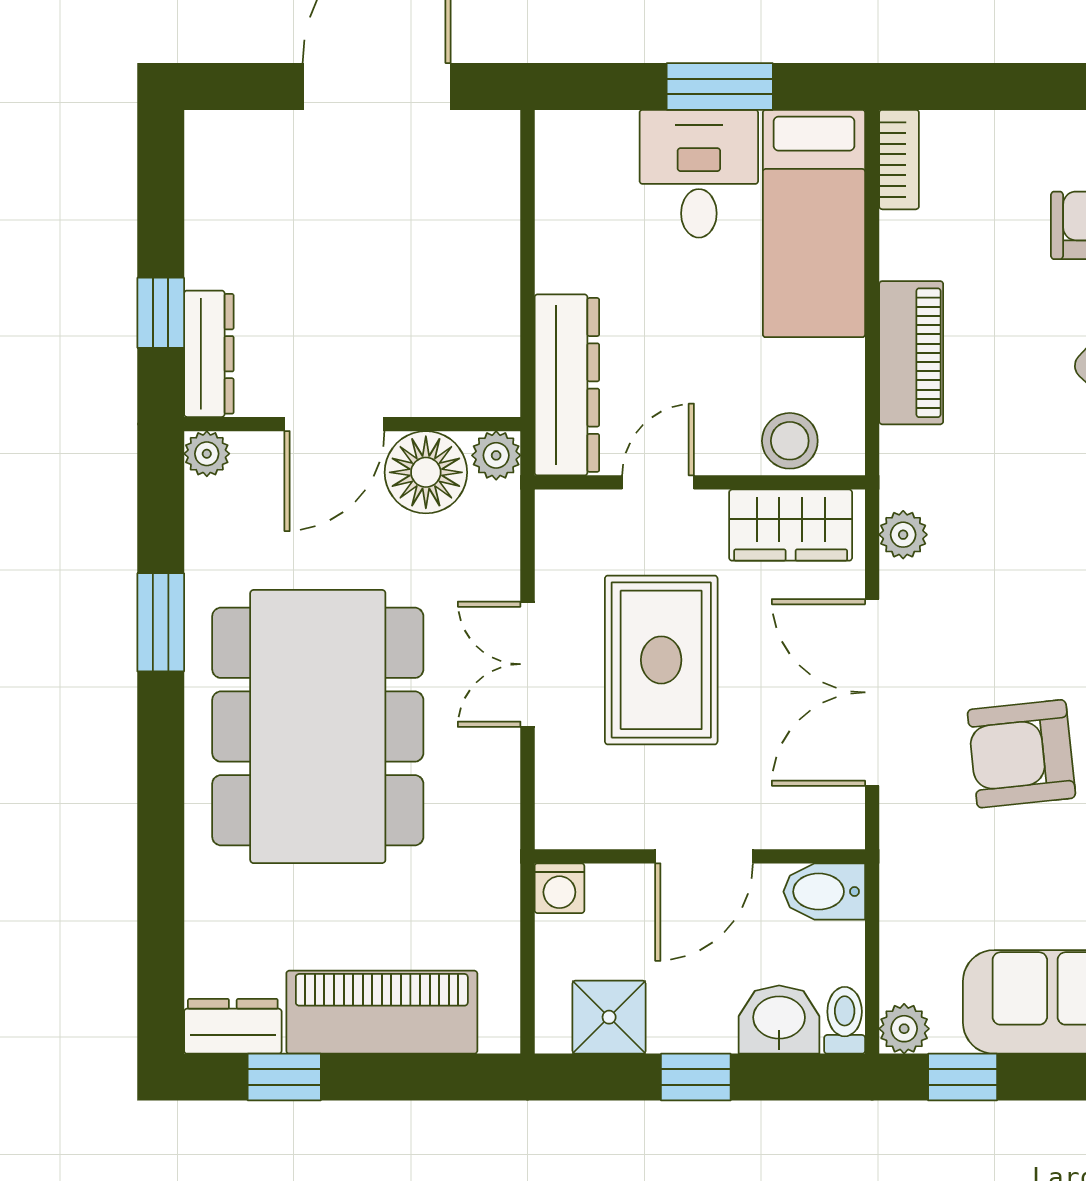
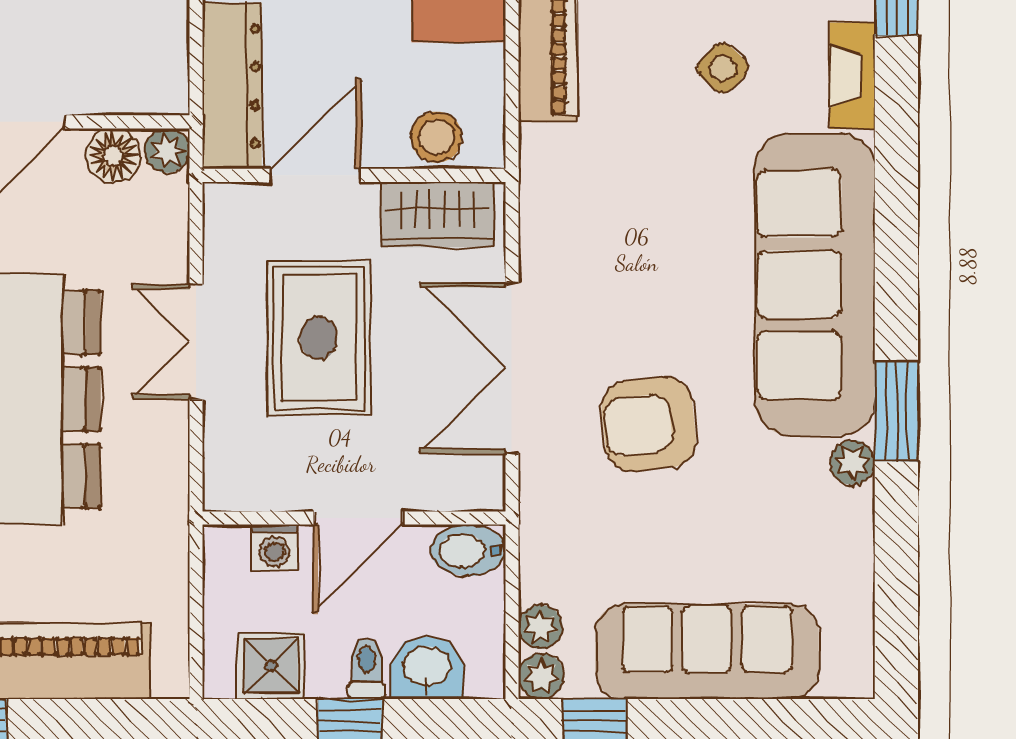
floor lamp: (426, 472) -> (113, 156), width x0.73, depth x0.73
door: (658, 482) -> (316, 175), width x1.38
plant: (903, 535) -> (540, 627), moved
washing machine: (559, 888) -> (274, 547), moved
toilet: (845, 1020) -> (367, 668), moved

